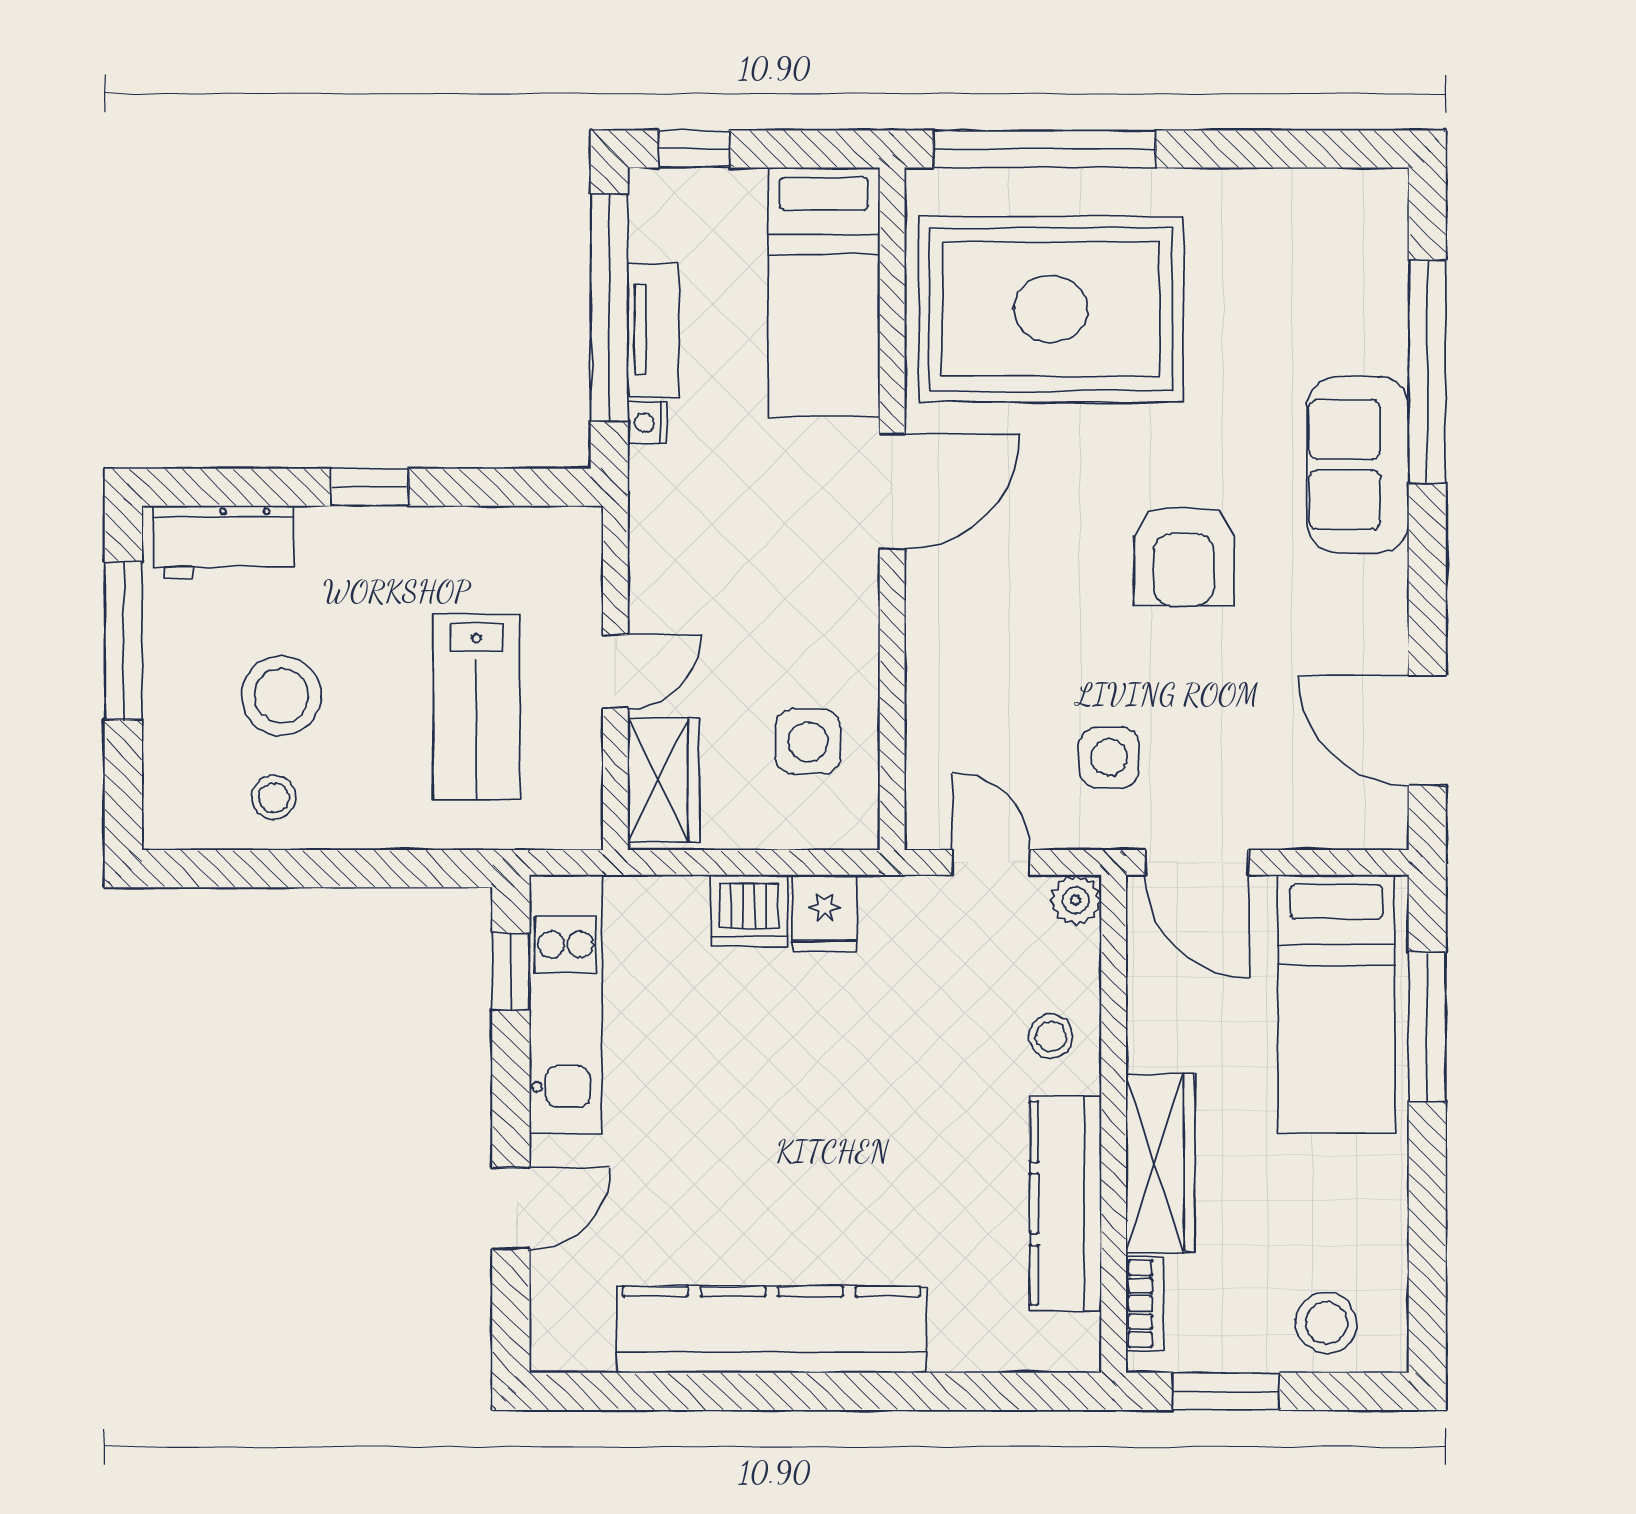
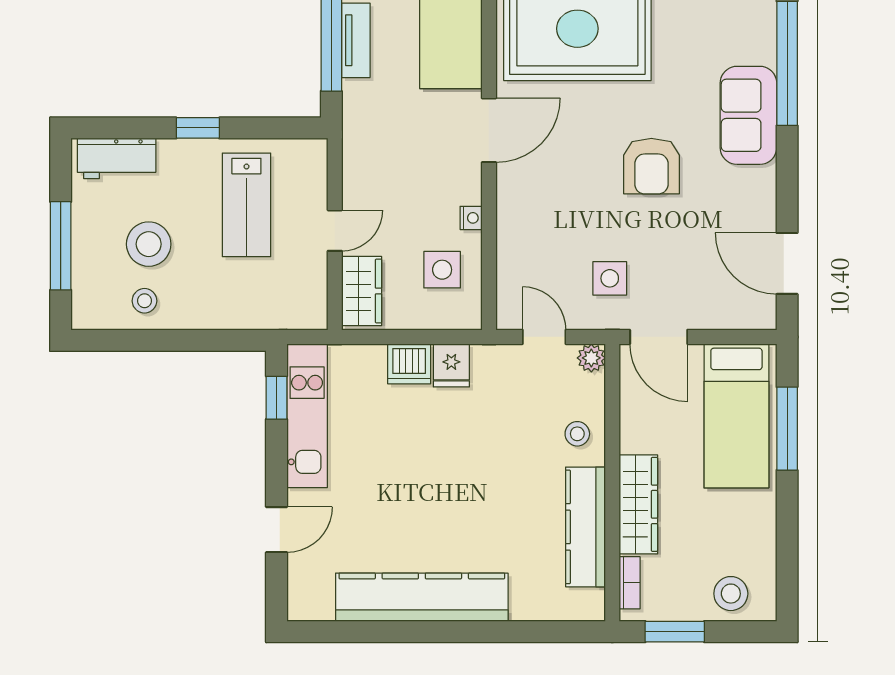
nightstand: (647, 423) -> (471, 218), moved, turned 180
window: (123, 641) -> (61, 246), moved
lab bench: (476, 707) -> (246, 205), moved

